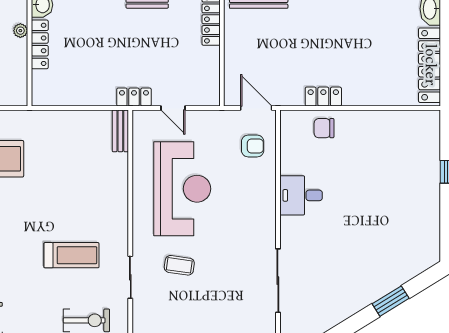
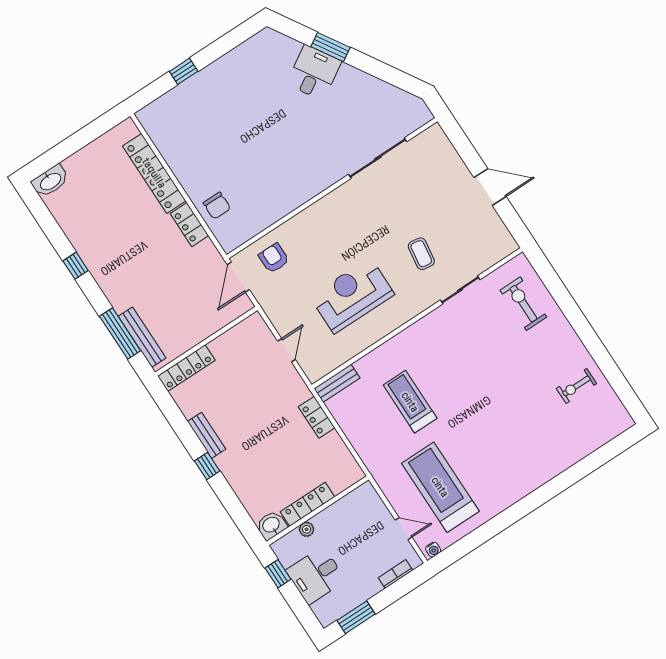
locker: (430, 65) -> (154, 173), moved, turned 90
locker: (134, 97) -> (317, 417), moved
reception desk: (182, 189) -> (352, 295), width x0.74, depth x0.77
desk: (301, 195) -> (314, 73), moved, turned -122
treadmill: (71, 255) -> (410, 402), moved

